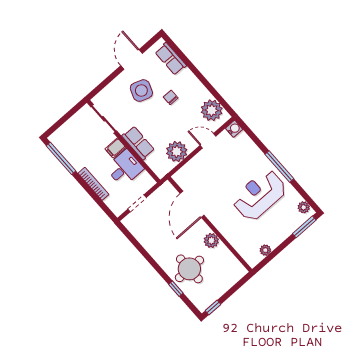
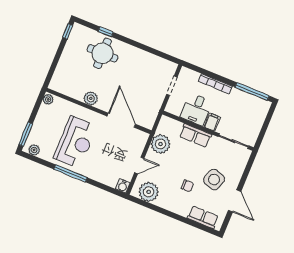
door: (192, 204) -> (121, 120), moved
wall: (210, 224) -> (99, 111), moved
plant: (211, 241) -> (91, 98), moved

